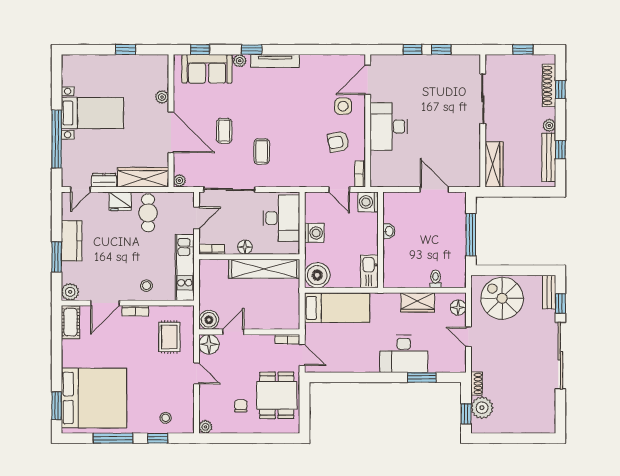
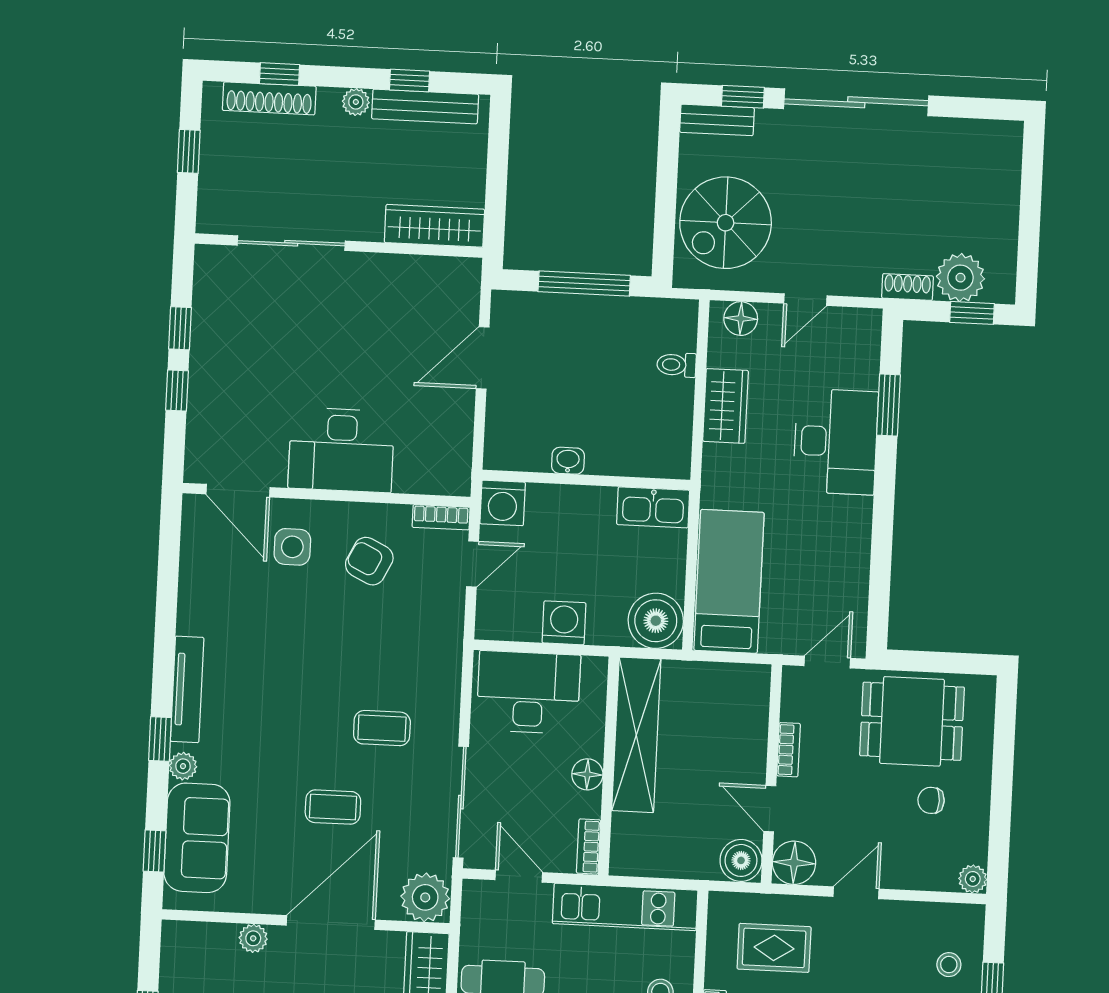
armchair: (338, 142) -> (369, 561), turned 127
plant: (179, 181) -> (425, 897), width x1.88, depth x1.88
bookcase: (287, 339) -> (789, 750), moved

